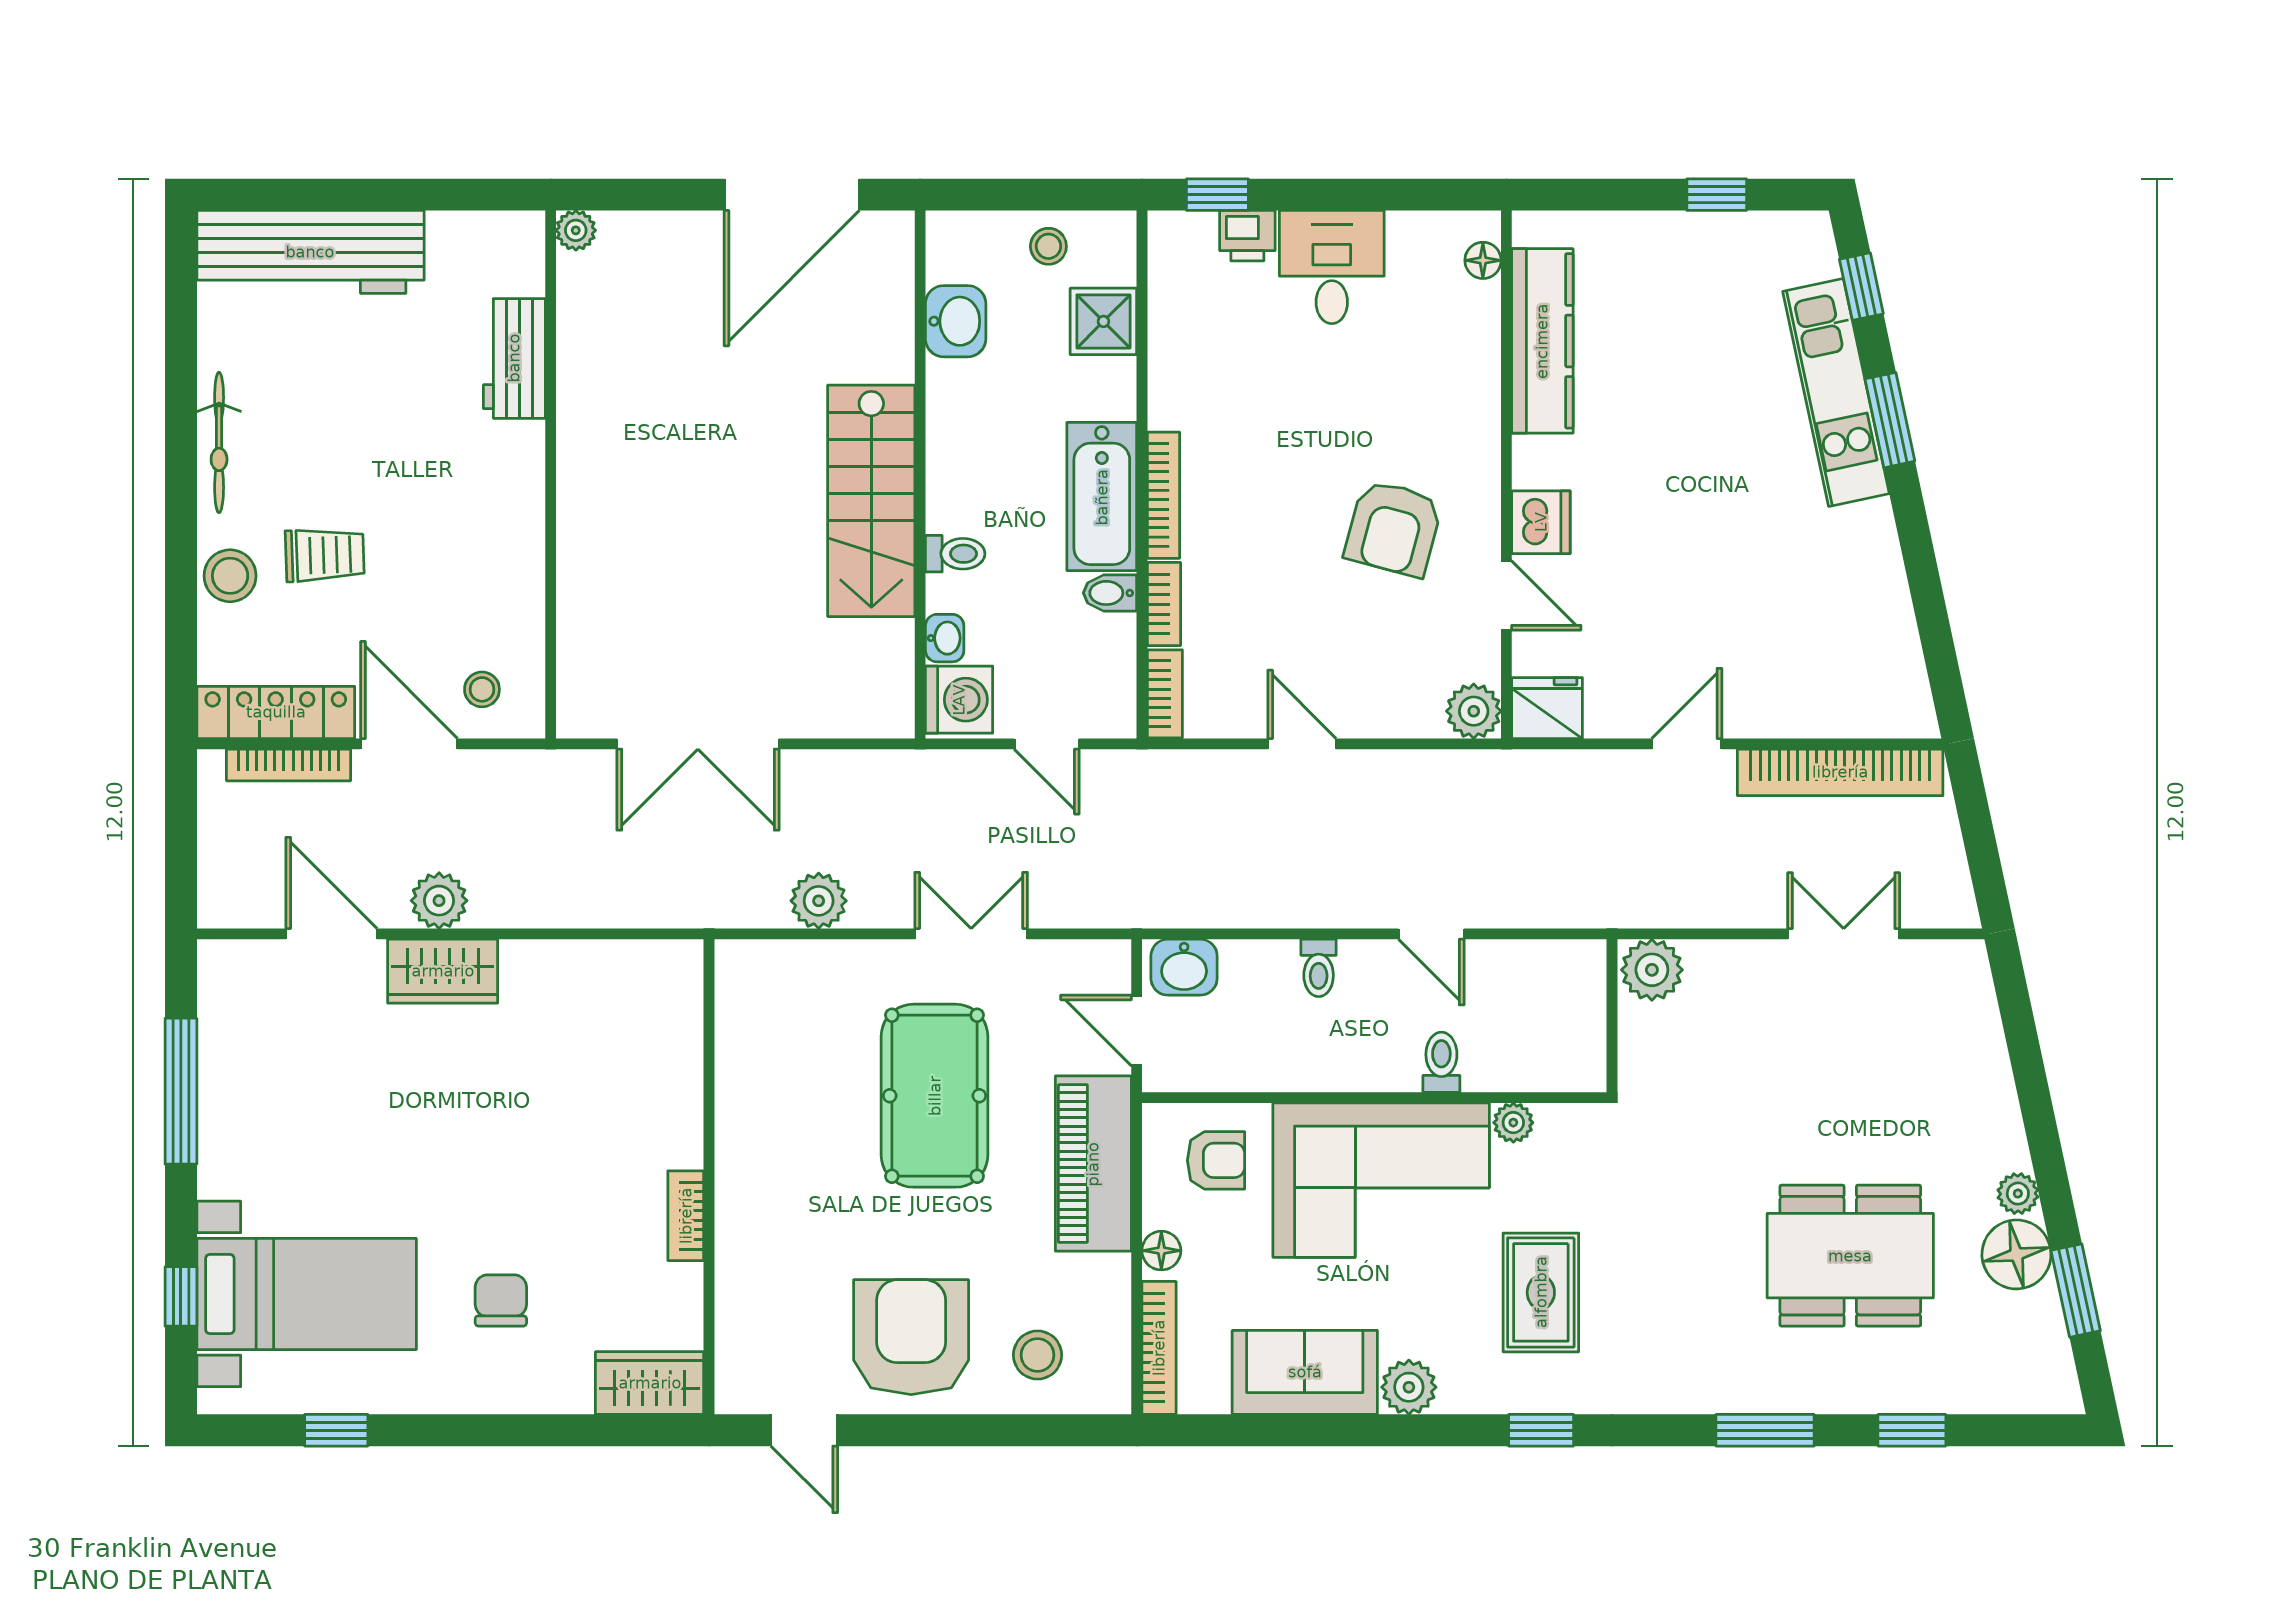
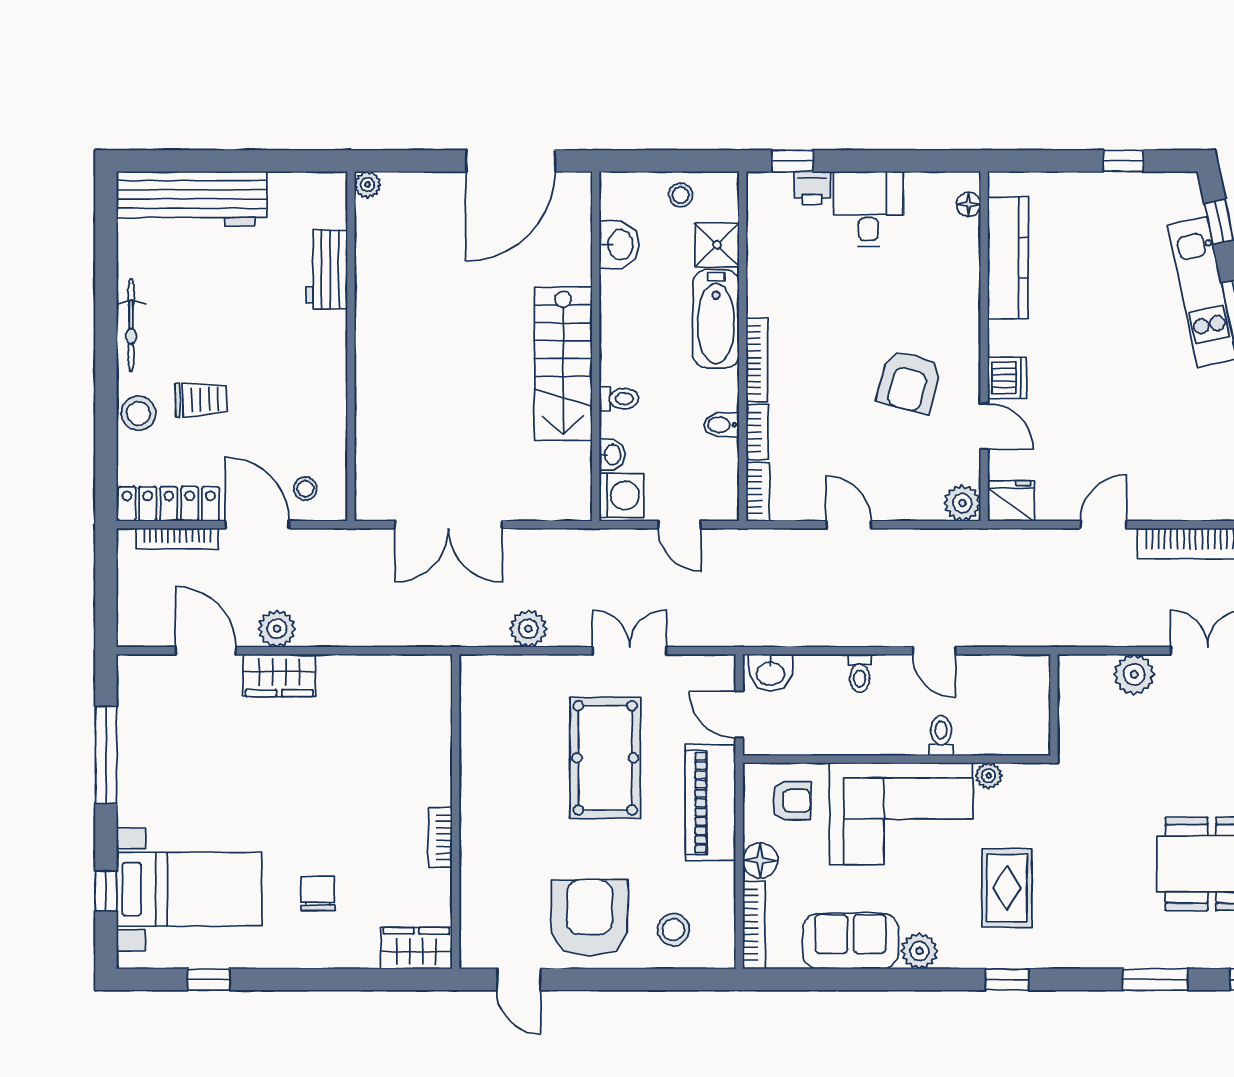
bathtub: (1102, 497) -> (716, 319), moved
plant: (1652, 970) -> (1134, 674), moved
floor lamp: (1161, 1251) -> (760, 860), width x1.37, depth x1.37

